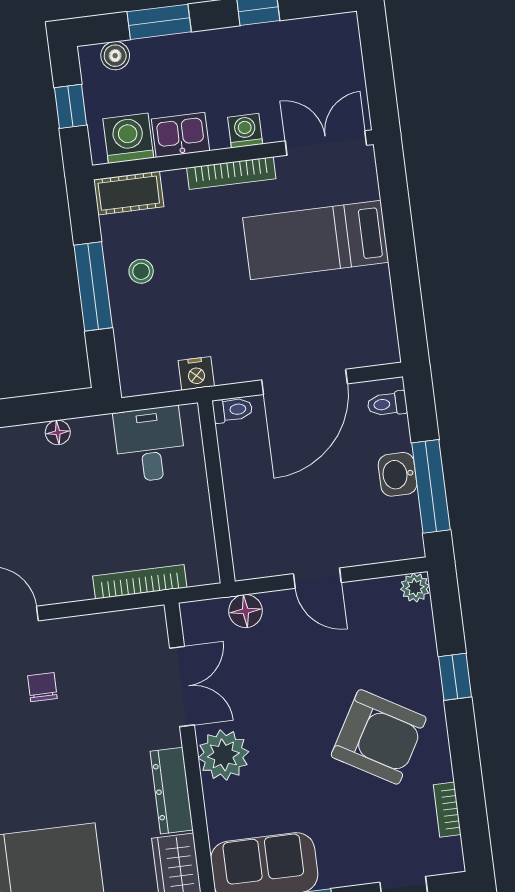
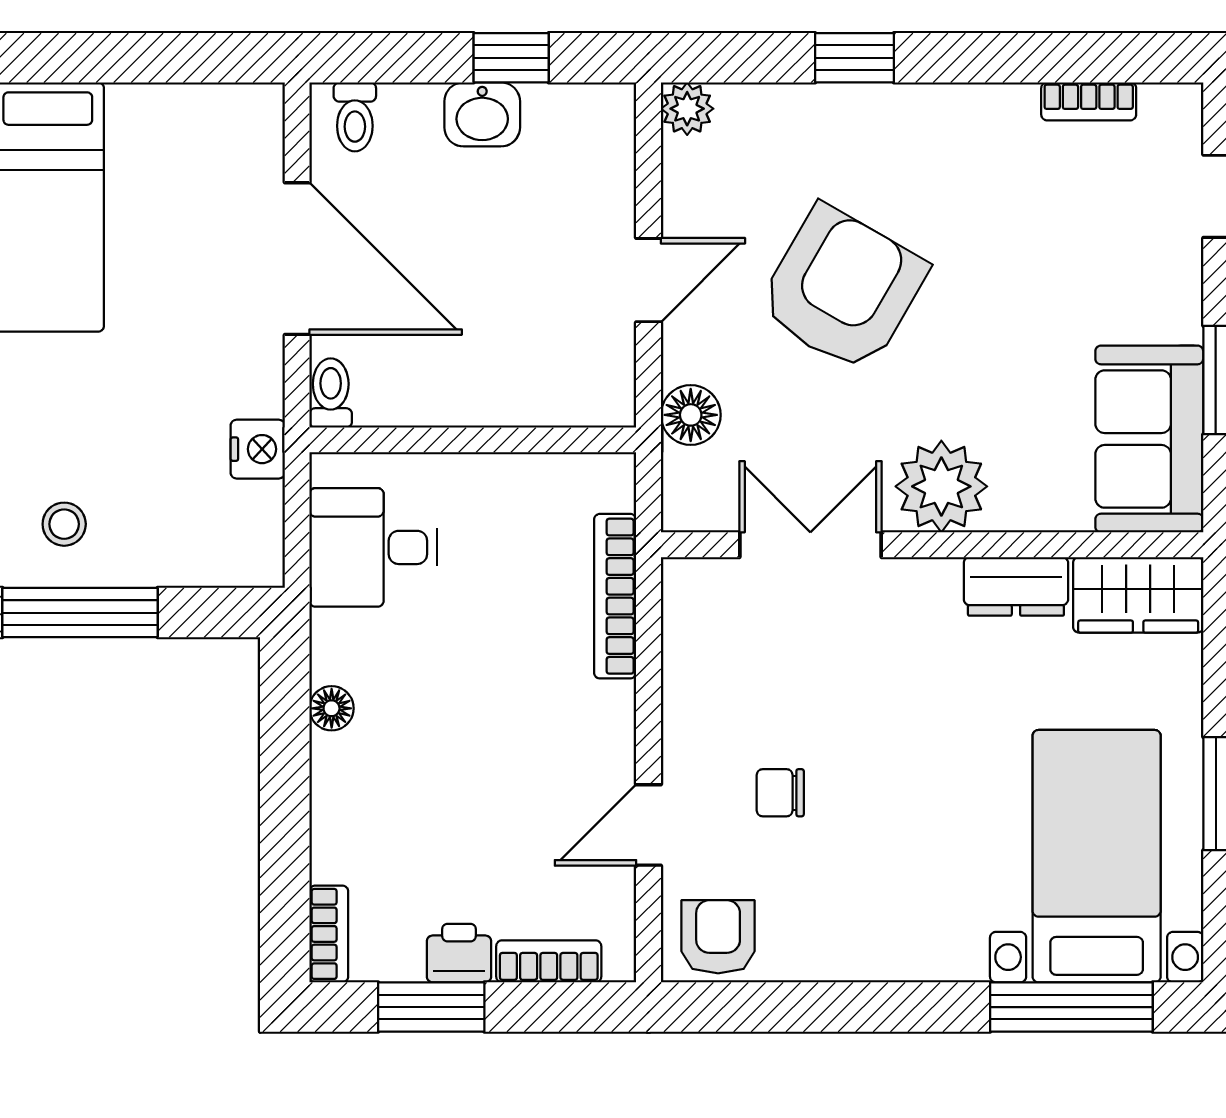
window: (431, 486) -> (511, 58), width x0.46
armchair: (379, 737) -> (842, 289), moved
dresser: (172, 791) -> (1016, 586), width x0.70

